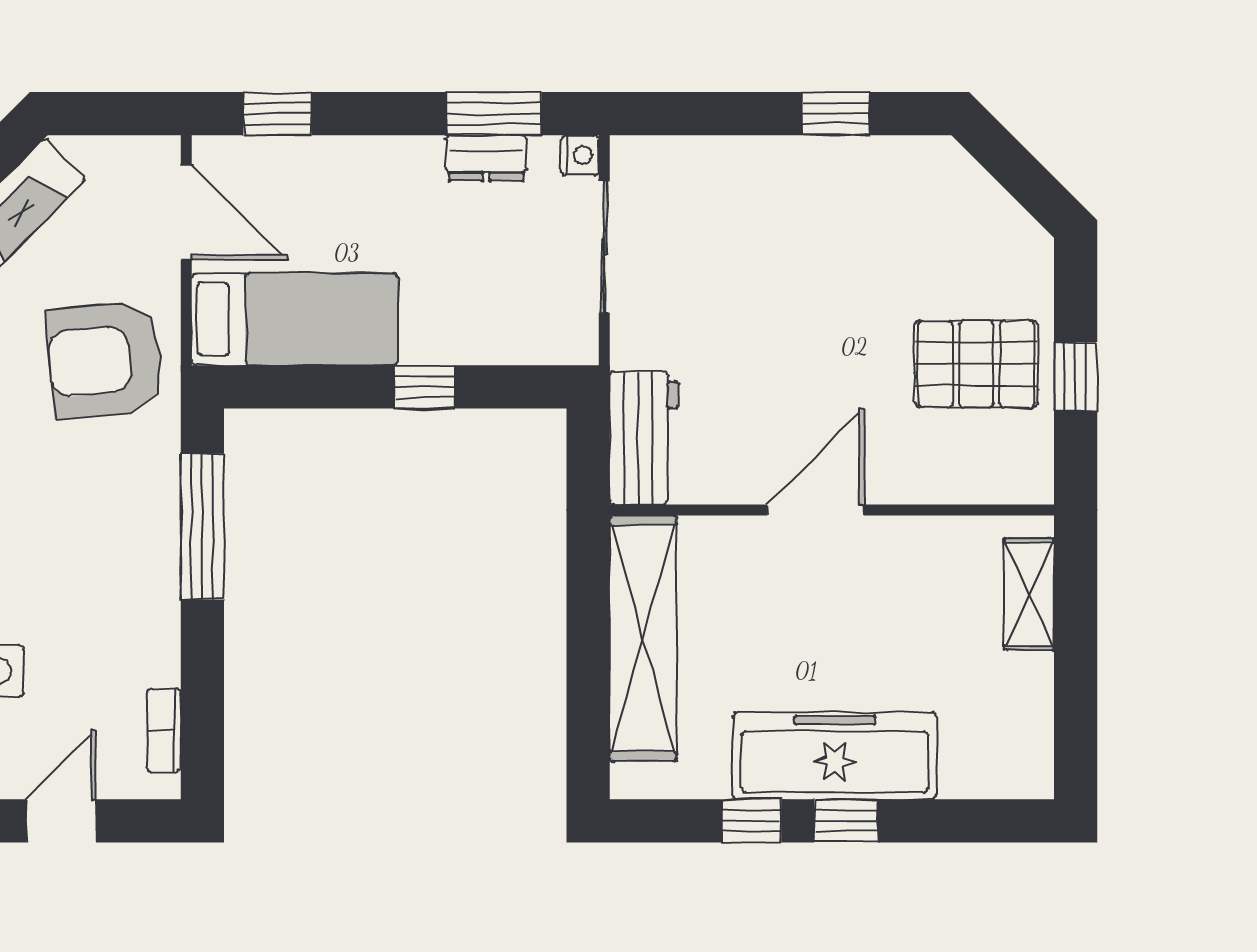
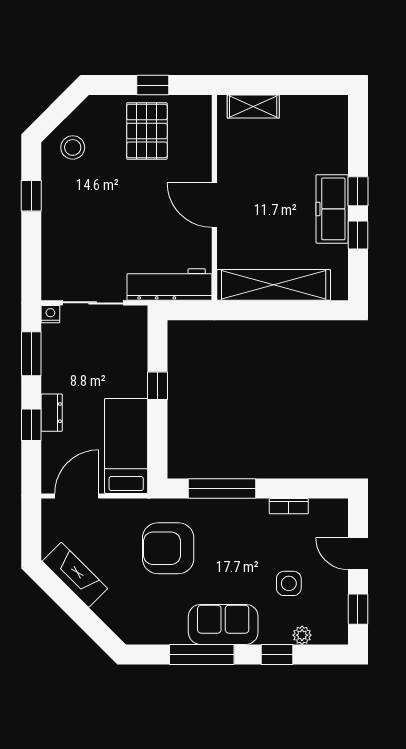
window: (278, 114) -> (31, 425), moved
dresser: (486, 158) -> (52, 413), moved
stool: (941, 203) -> (73, 147), added
armchair: (105, 360) -> (168, 548), moved, turned 95
workbench: (644, 438) -> (169, 284), width x1.38
bookcase: (164, 730) -> (289, 506), moved
freezer: (835, 756) -> (332, 209), width x0.73, depth x0.79

